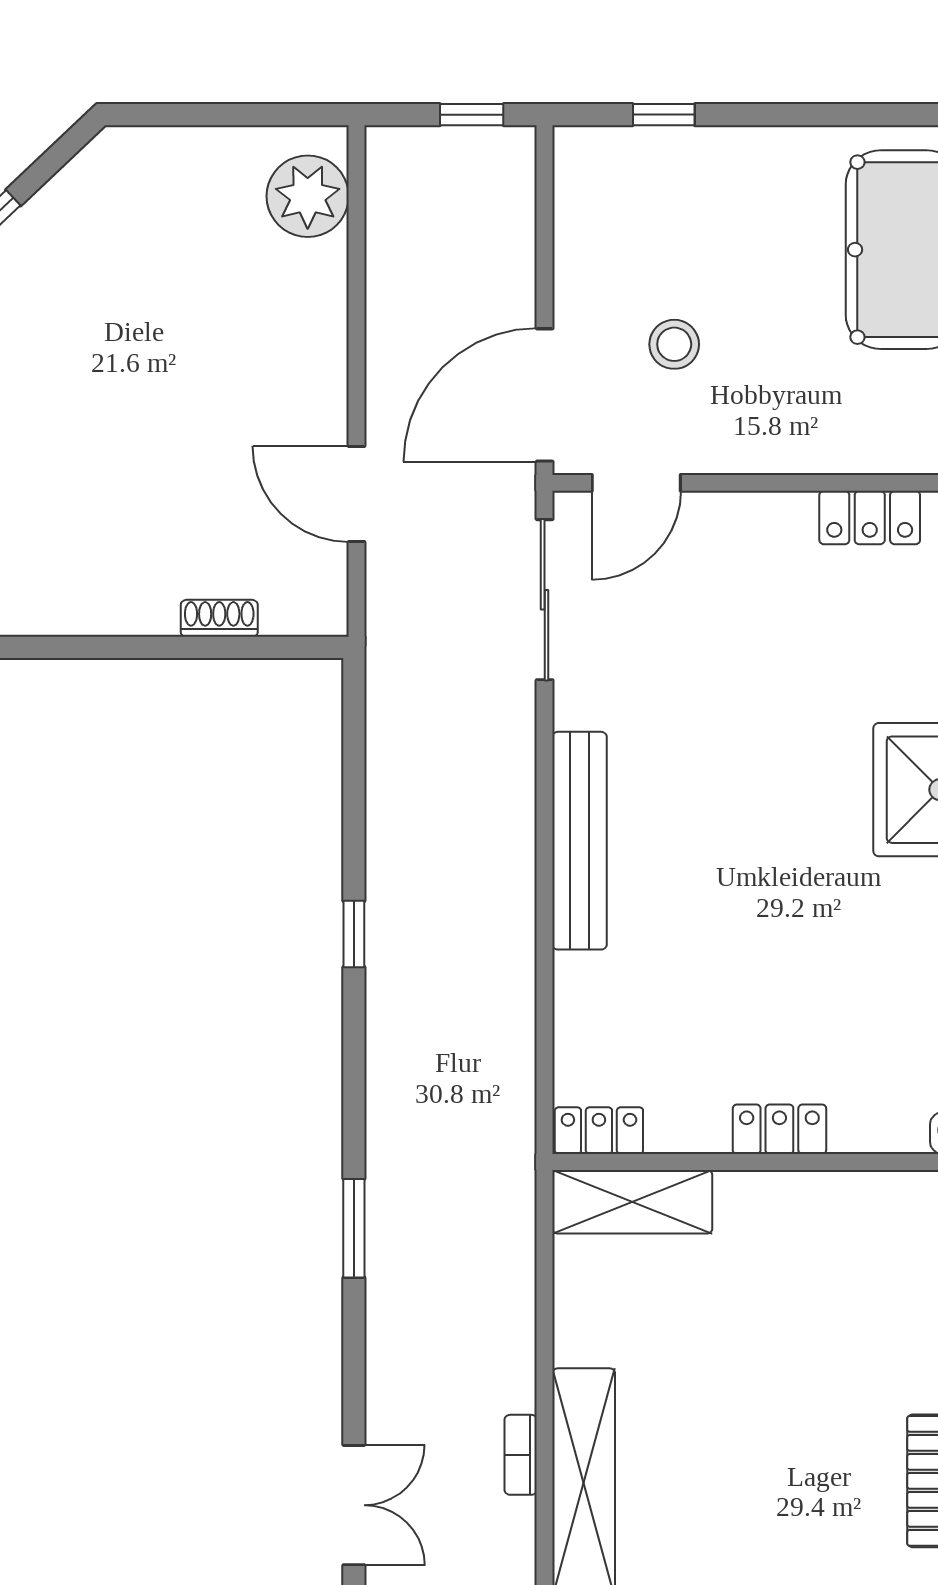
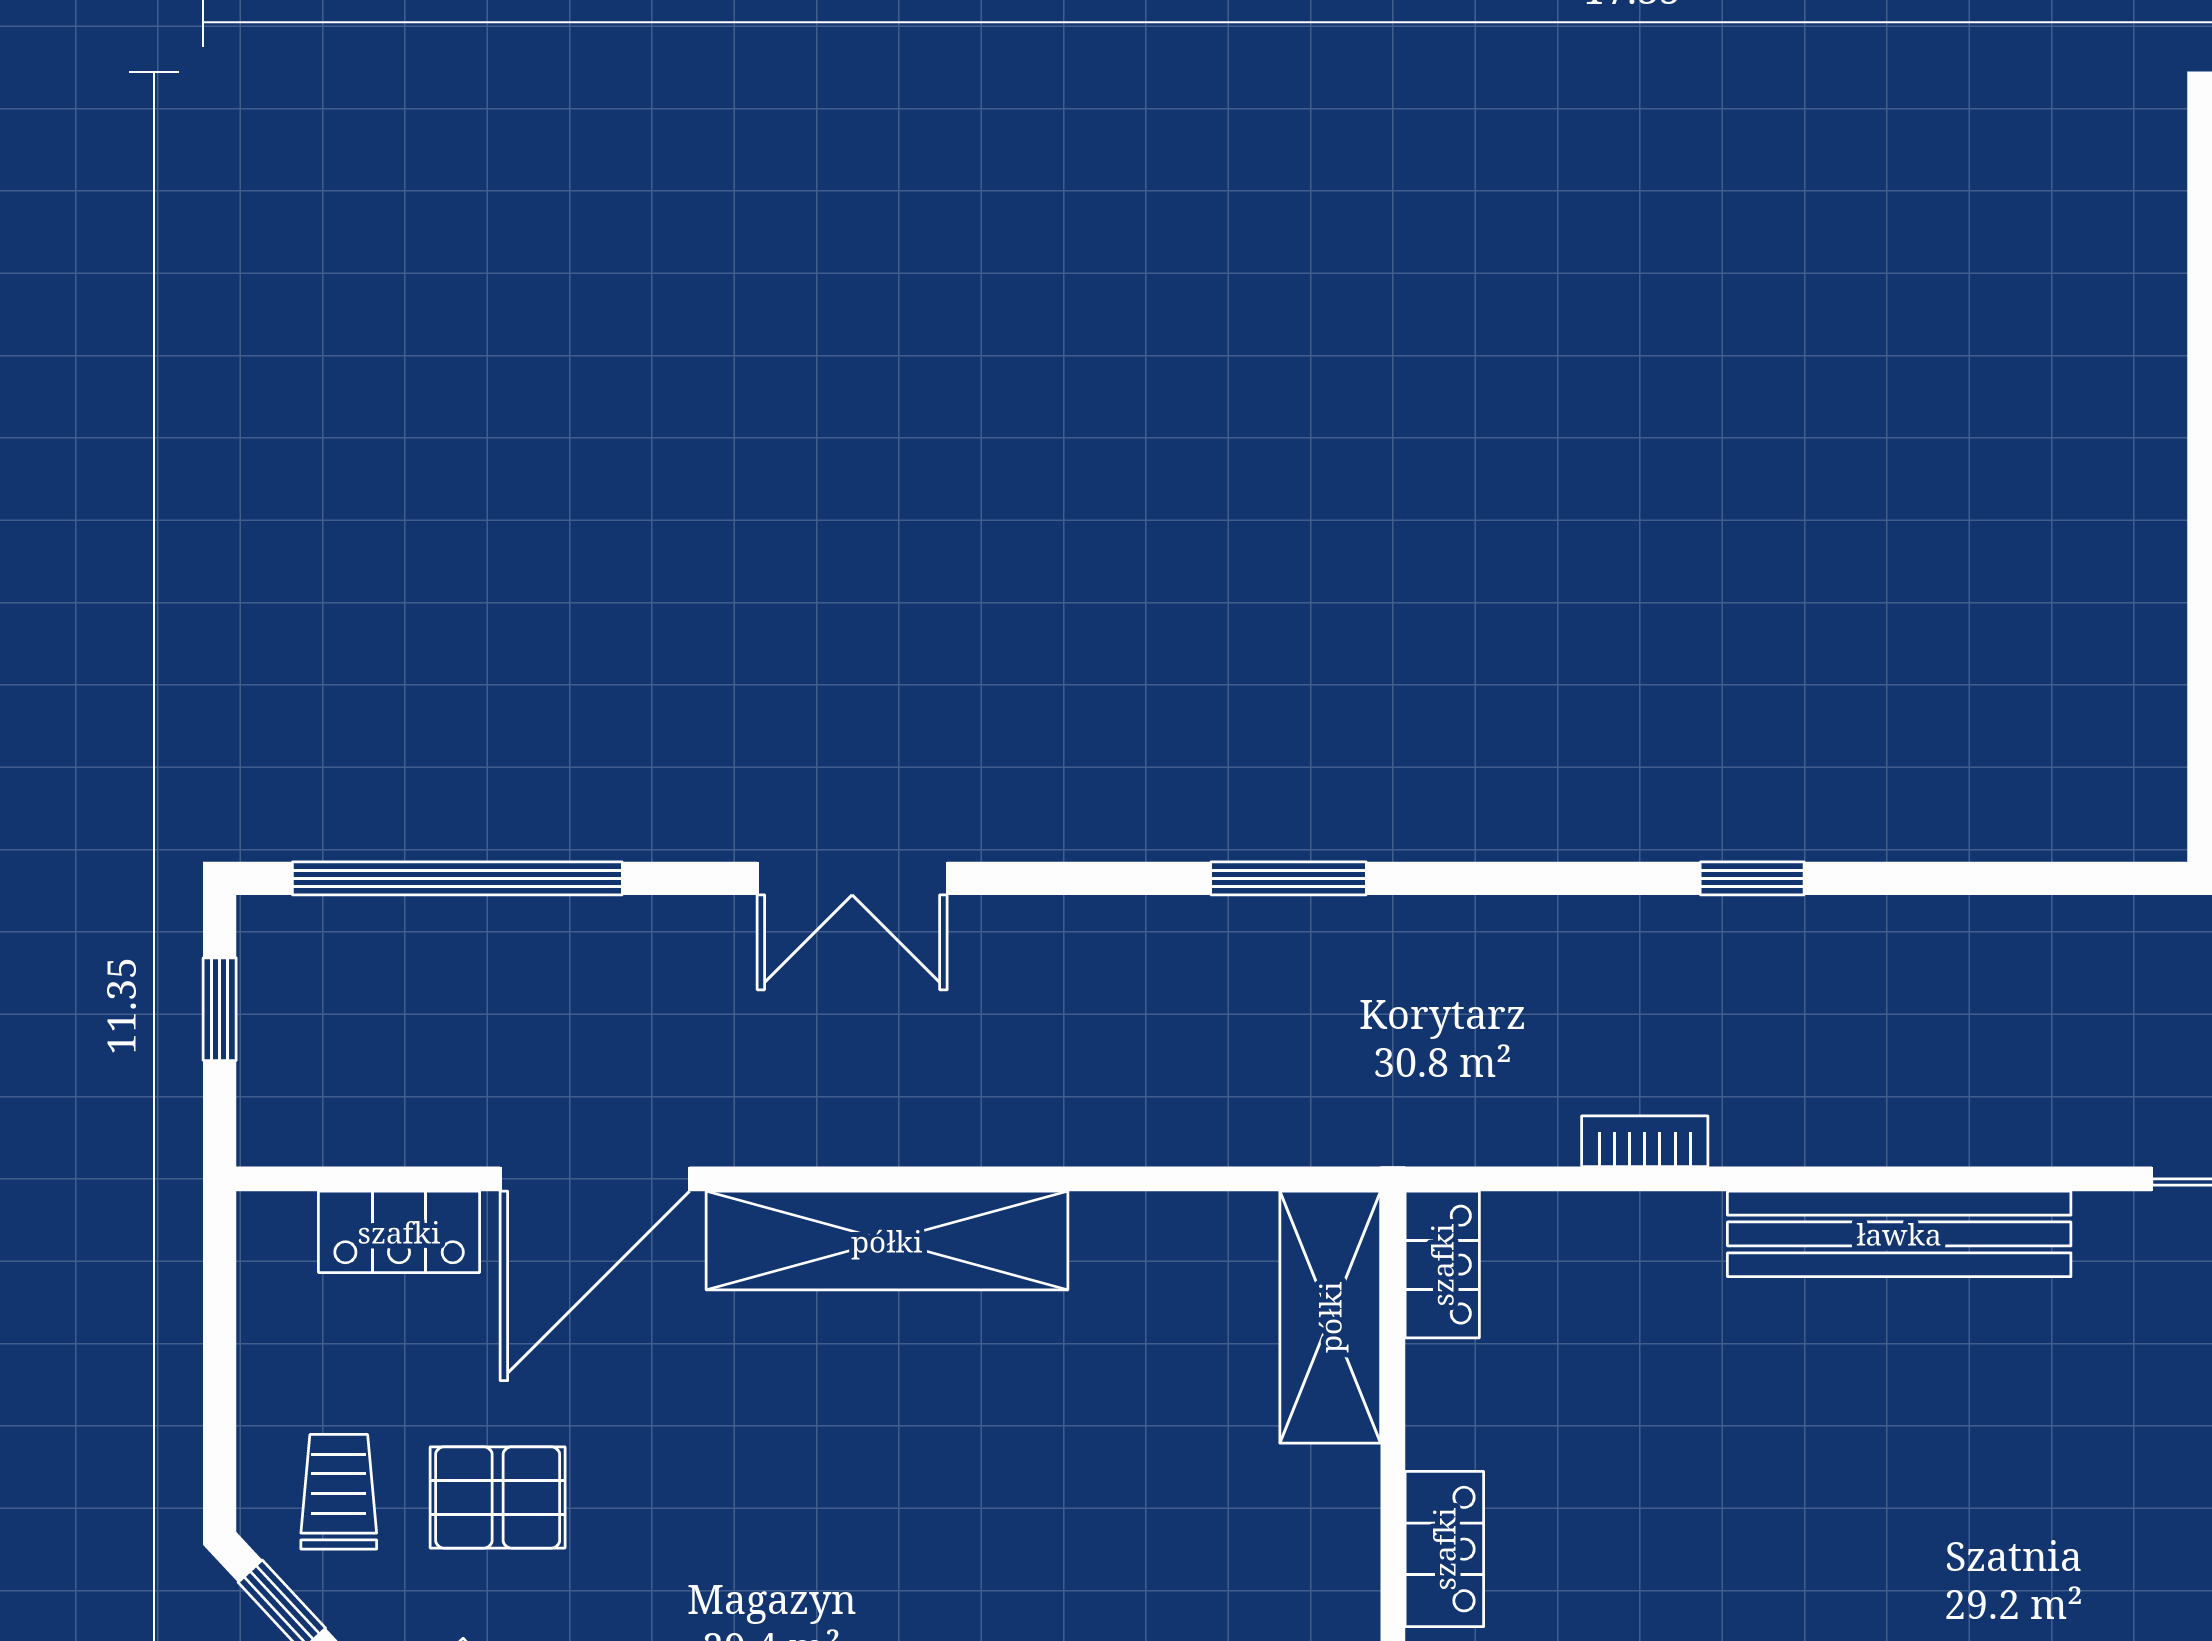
bookcase: (521, 1455) -> (1645, 1141), moved

